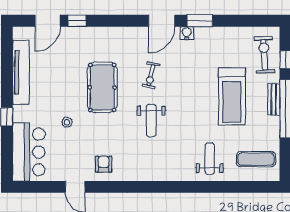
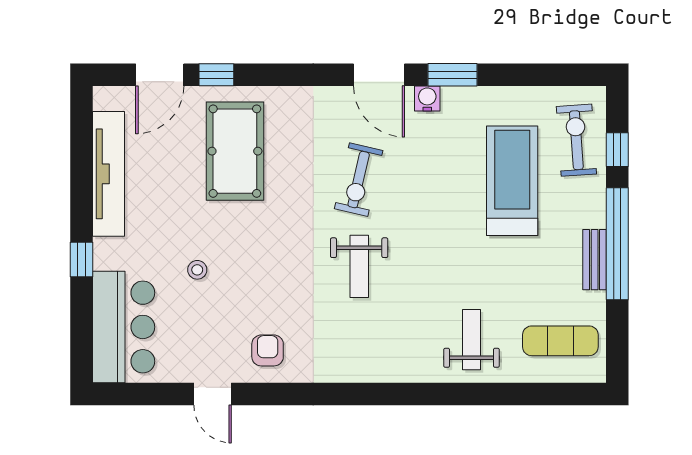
door: (162, 21) -> (379, 75), hinge flipped
exercise bike: (151, 75) -> (359, 180), width x1.38, depth x1.39
pool table: (102, 87) -> (235, 151), moved
treadmill: (232, 96) -> (512, 181), moved, turned 180
bench: (274, 99) -> (595, 260), moved

